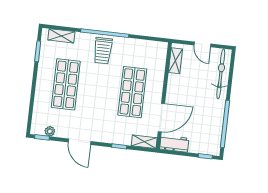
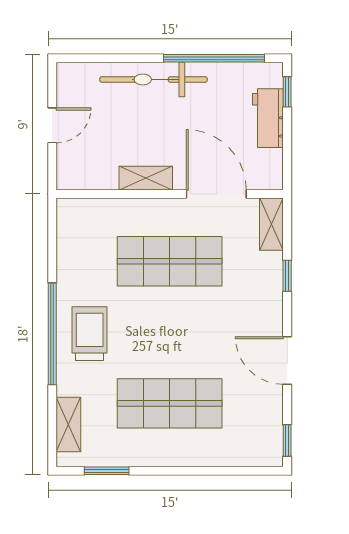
trolley: (103, 51) -> (90, 334), turned -90
shelving: (175, 61) -> (146, 178), moved
bicycle: (221, 74) -> (153, 79), moved
plant: (50, 131) -> (272, 426), removed
door: (80, 142) -> (287, 361), swing flipped
workbench: (174, 144) -> (268, 118), moved

